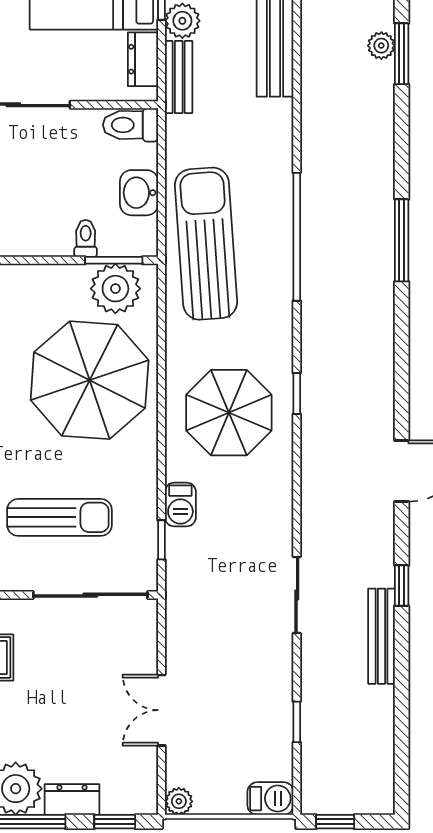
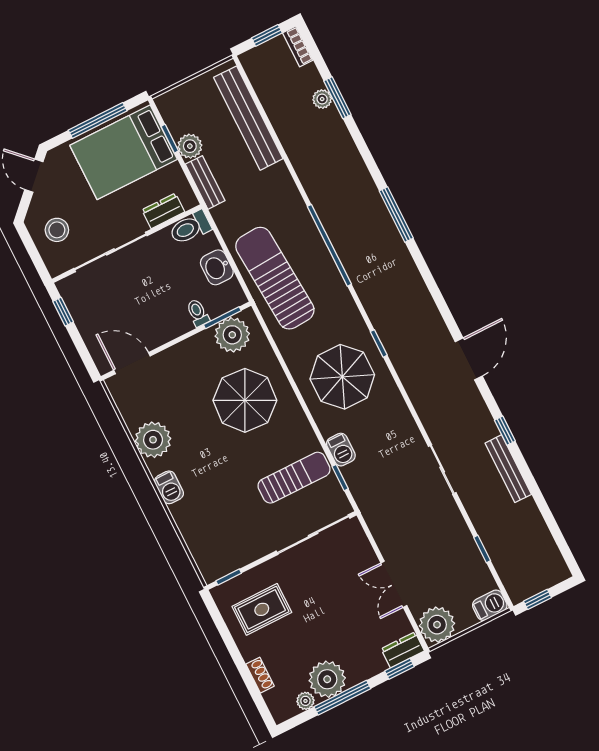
dresser: (143, 59) -> (163, 211), moved, turned 90
parasol: (90, 380) -> (245, 400), width x0.73, depth x0.73
sun lounger: (59, 517) -> (294, 478), moved
dresser: (72, 799) -> (403, 650), moved
plant: (179, 801) -> (437, 625), width x1.87, depth x1.87

